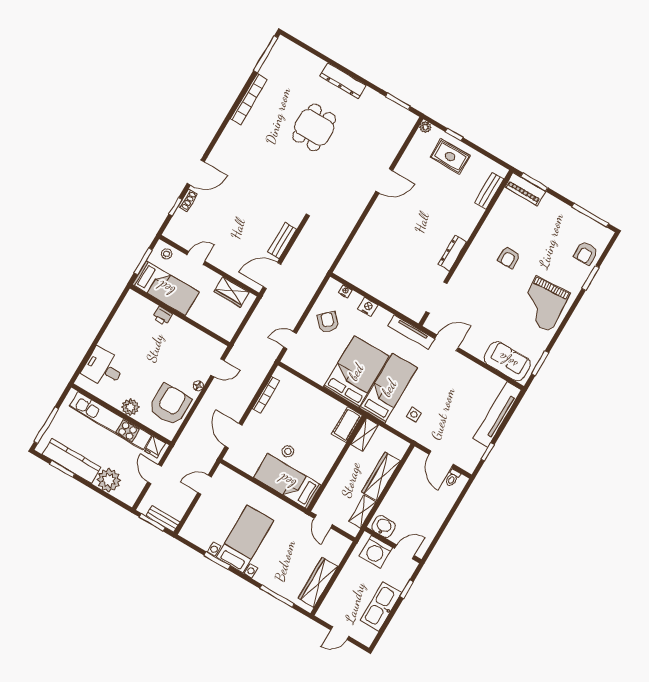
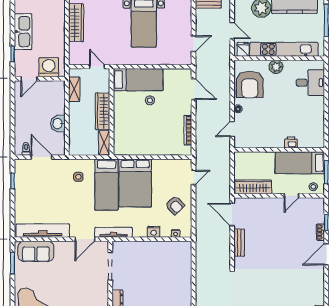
door: (272, 276) -> (232, 215), swing flipped
wardrobe: (232, 292) -> (253, 187), width x1.50
tv unit: (497, 414) -> (43, 231), moved, turned -90
cot: (347, 425) -> (120, 143), removed
wardrobe: (381, 476) -> (103, 111), moved, turned 180
washbasin: (383, 526) -> (58, 124), moved, turned 90

